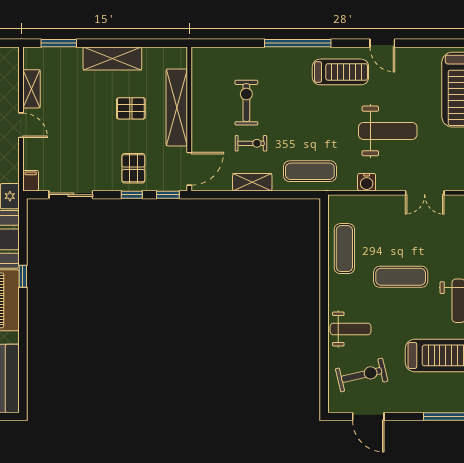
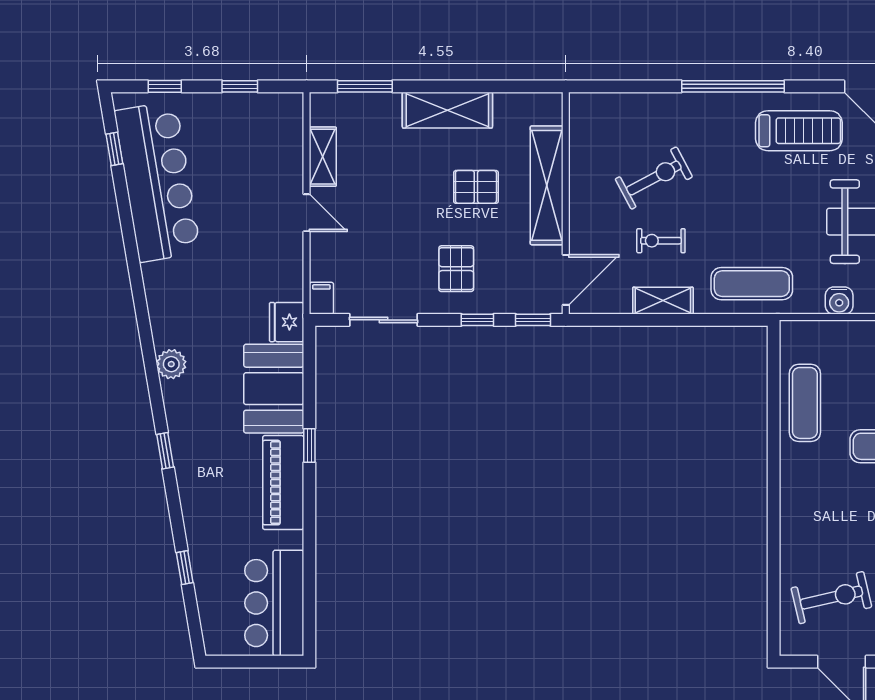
exercise bike: (246, 103) -> (654, 178), turned 62
exercise bike: (251, 143) -> (661, 241), turned 180
pallet: (133, 168) -> (456, 269), moved
weight bench: (350, 329) -> (814, 527), removed

